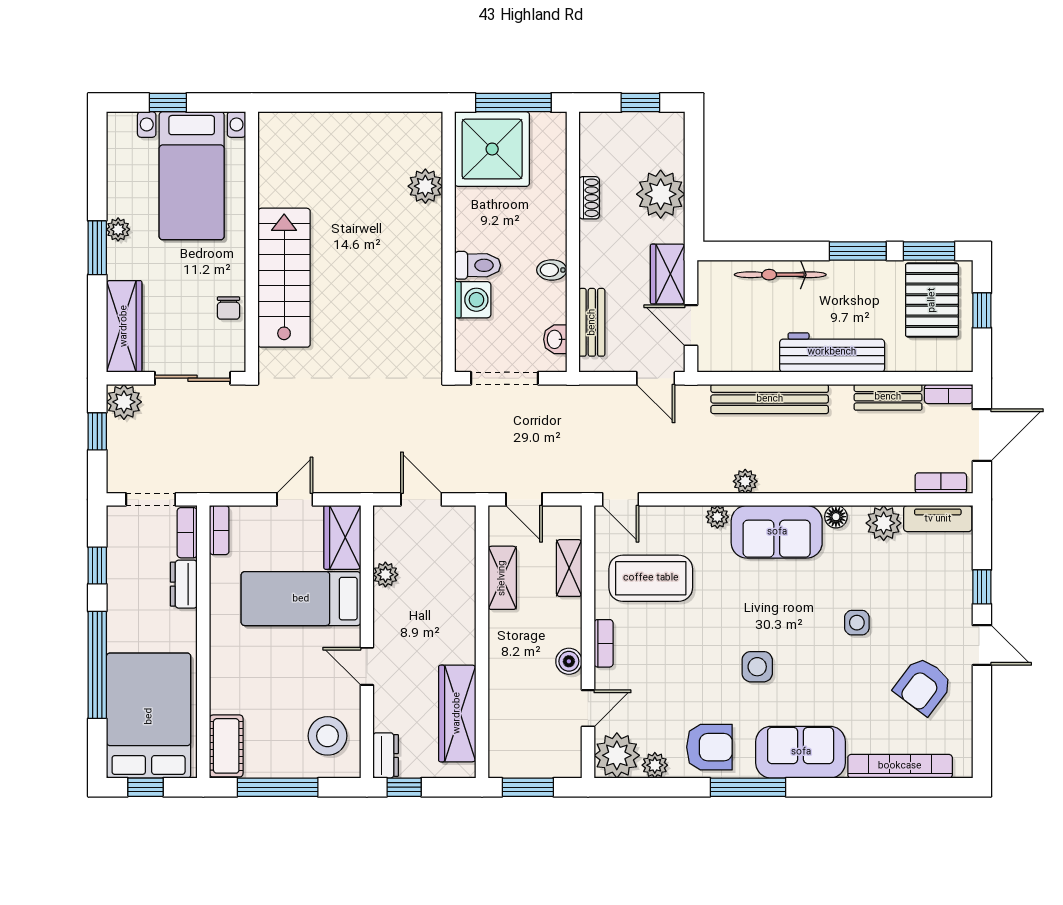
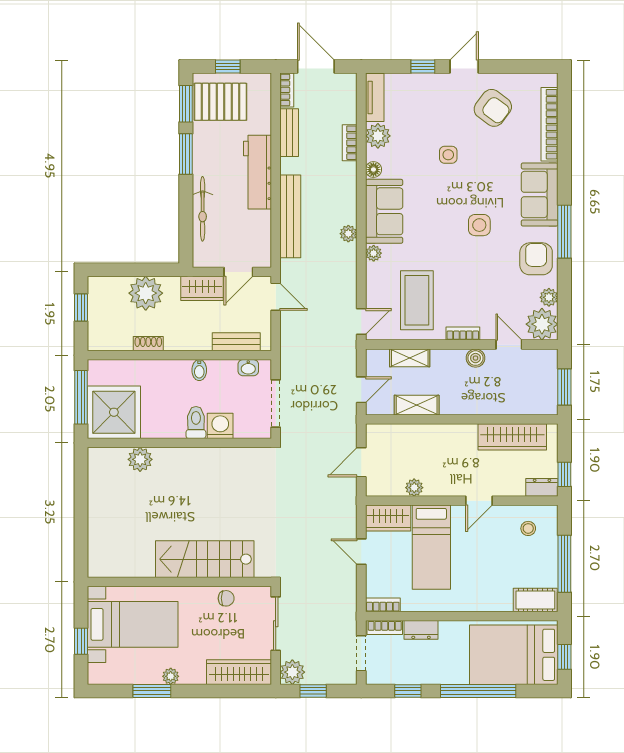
window: (97, 248) -> (152, 691), moved
door: (656, 378) -> (276, 297), hinge flipped
bookcase: (941, 483) -> (350, 143), moved
stool: (328, 736) -> (528, 528), width x0.53, depth x0.53

